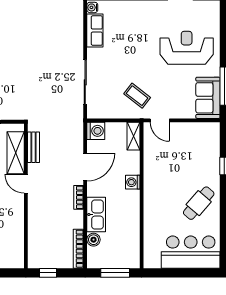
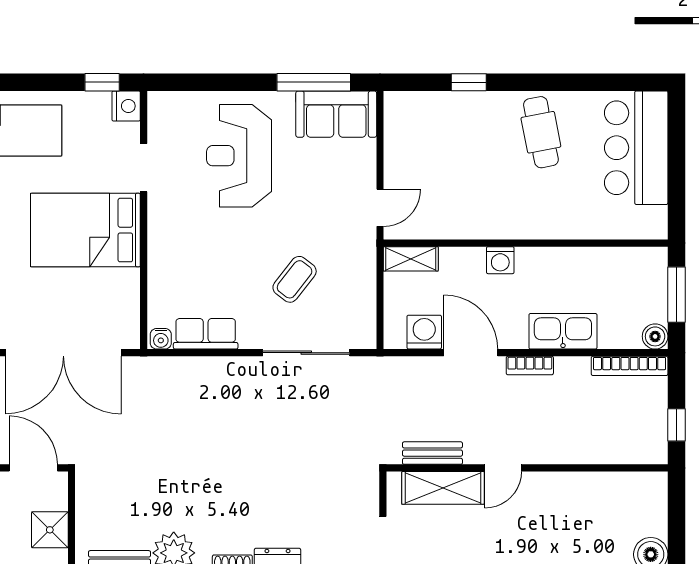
coffee table: (137, 96) -> (295, 279), moved
washing machine: (96, 131) -> (424, 332), moved
cafe table: (199, 203) -> (541, 132), turned 38
boiler: (94, 240) -> (655, 336), moved

